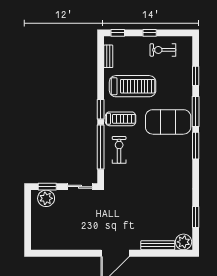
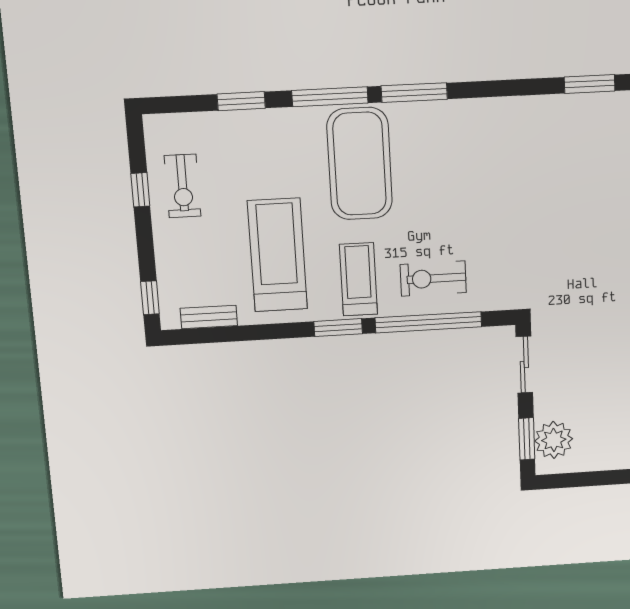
window: (150, 33) -> (140, 190), moved

